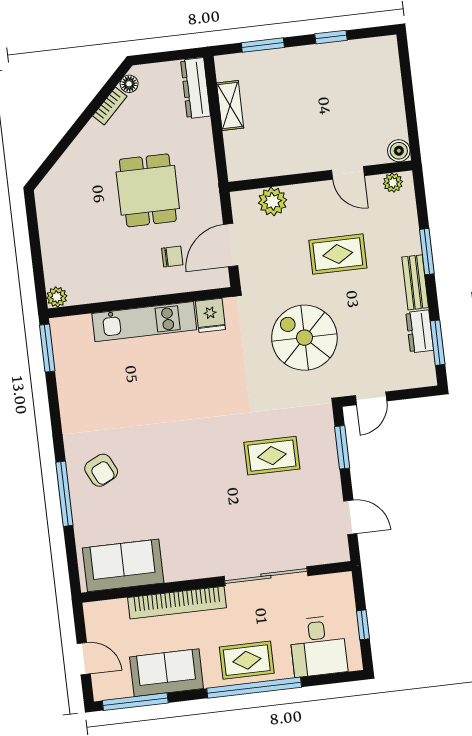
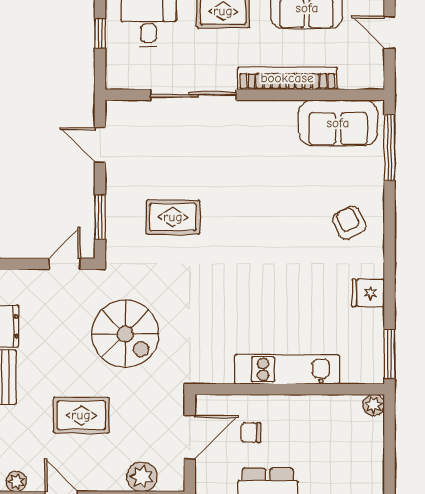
fridge: (210, 315) -> (368, 293), moved, turned -90
window: (64, 494) -> (389, 148), moved

